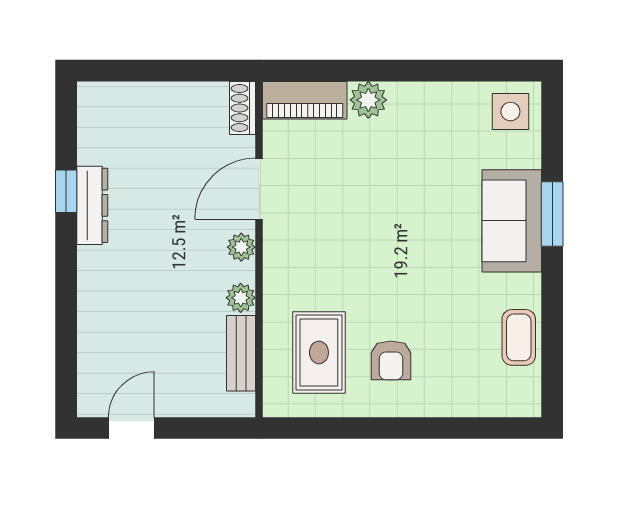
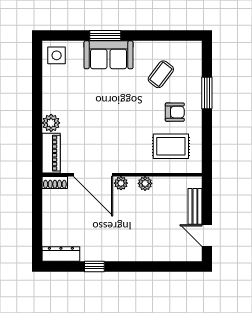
door: (259, 189) -> (93, 175), width x1.36
dresser: (92, 205) -> (61, 254), moved
coffee table: (519, 337) -> (161, 74), moved, turned -53
bench: (241, 353) -> (195, 206), moved, turned 90
window: (431, 428) -> (207, 93), added

